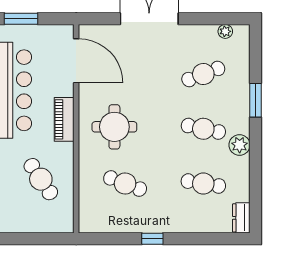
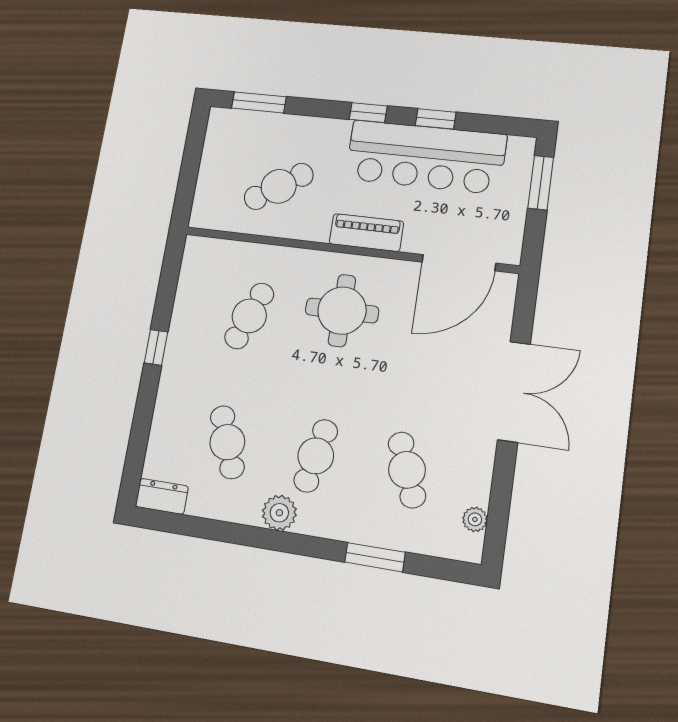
window: (256, 100) -> (375, 557), moved
cafe table: (203, 184) -> (227, 442), turned -30

